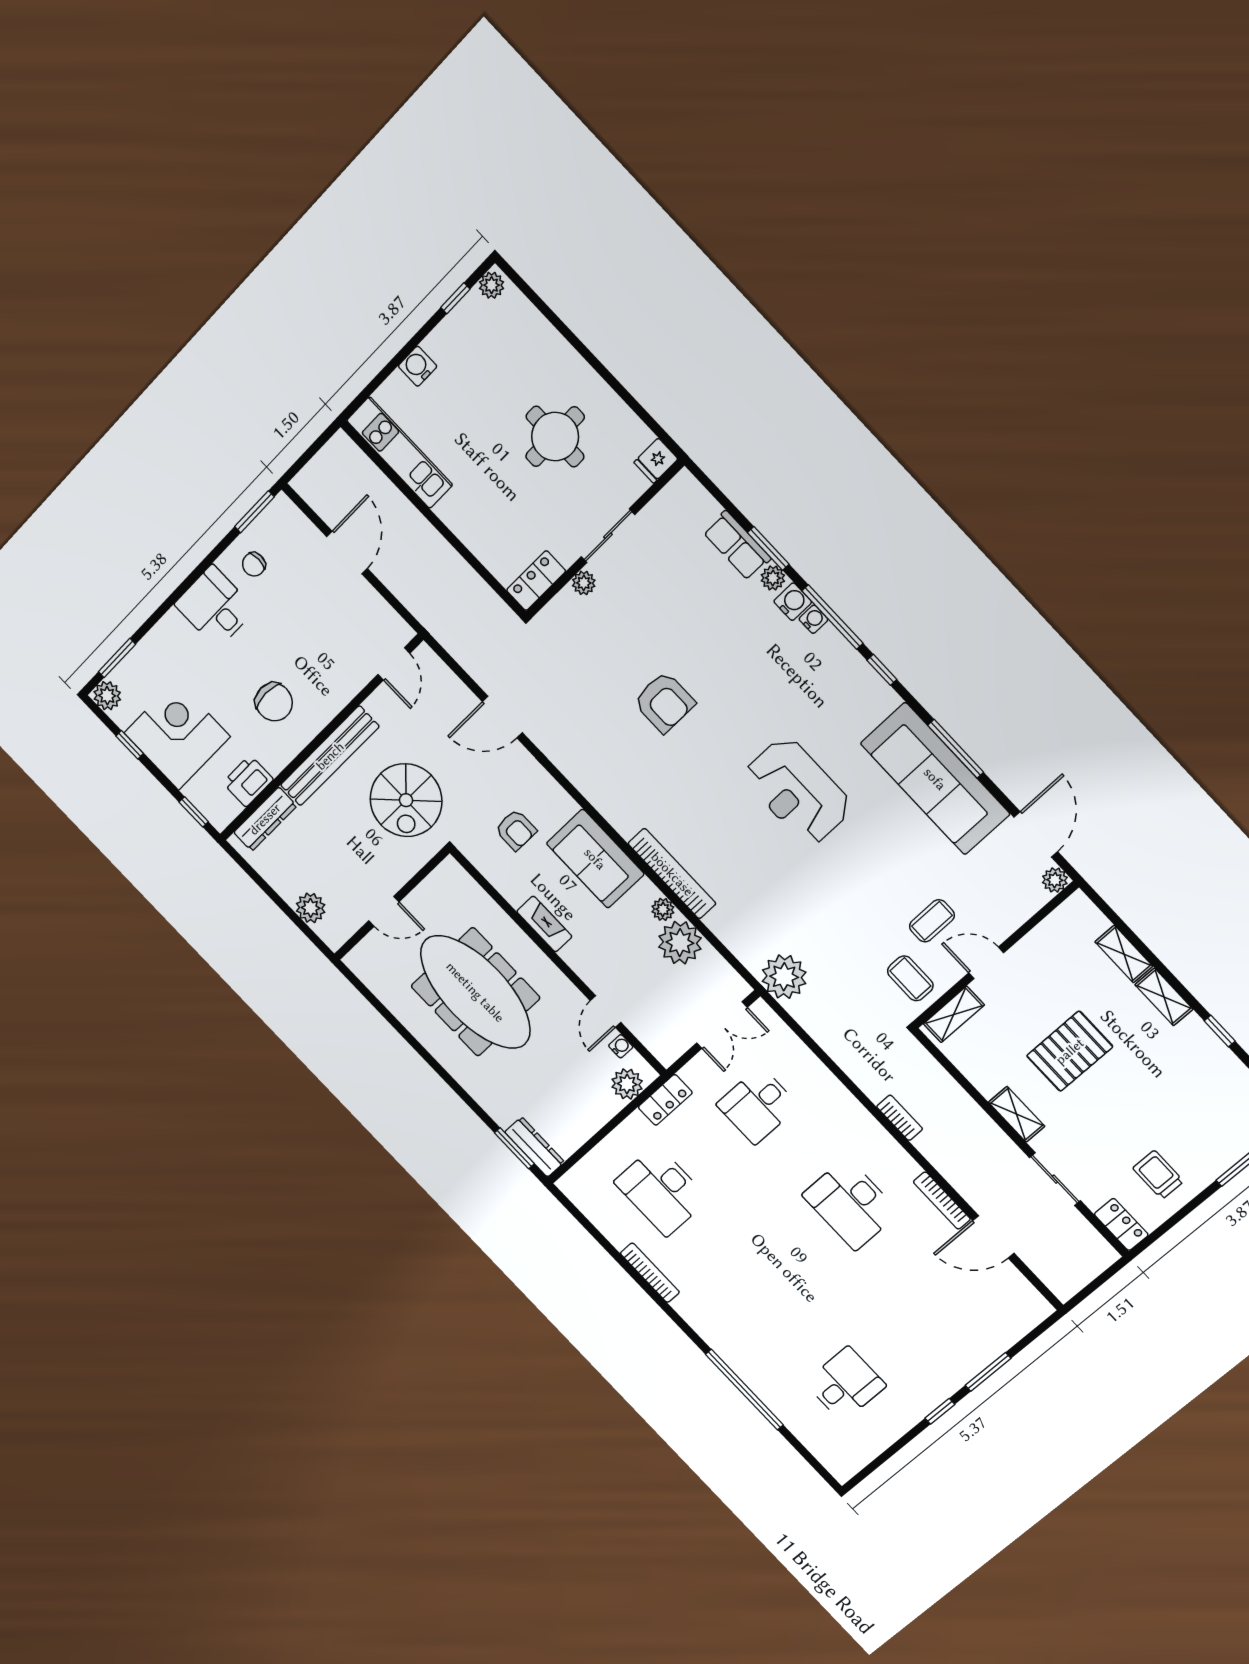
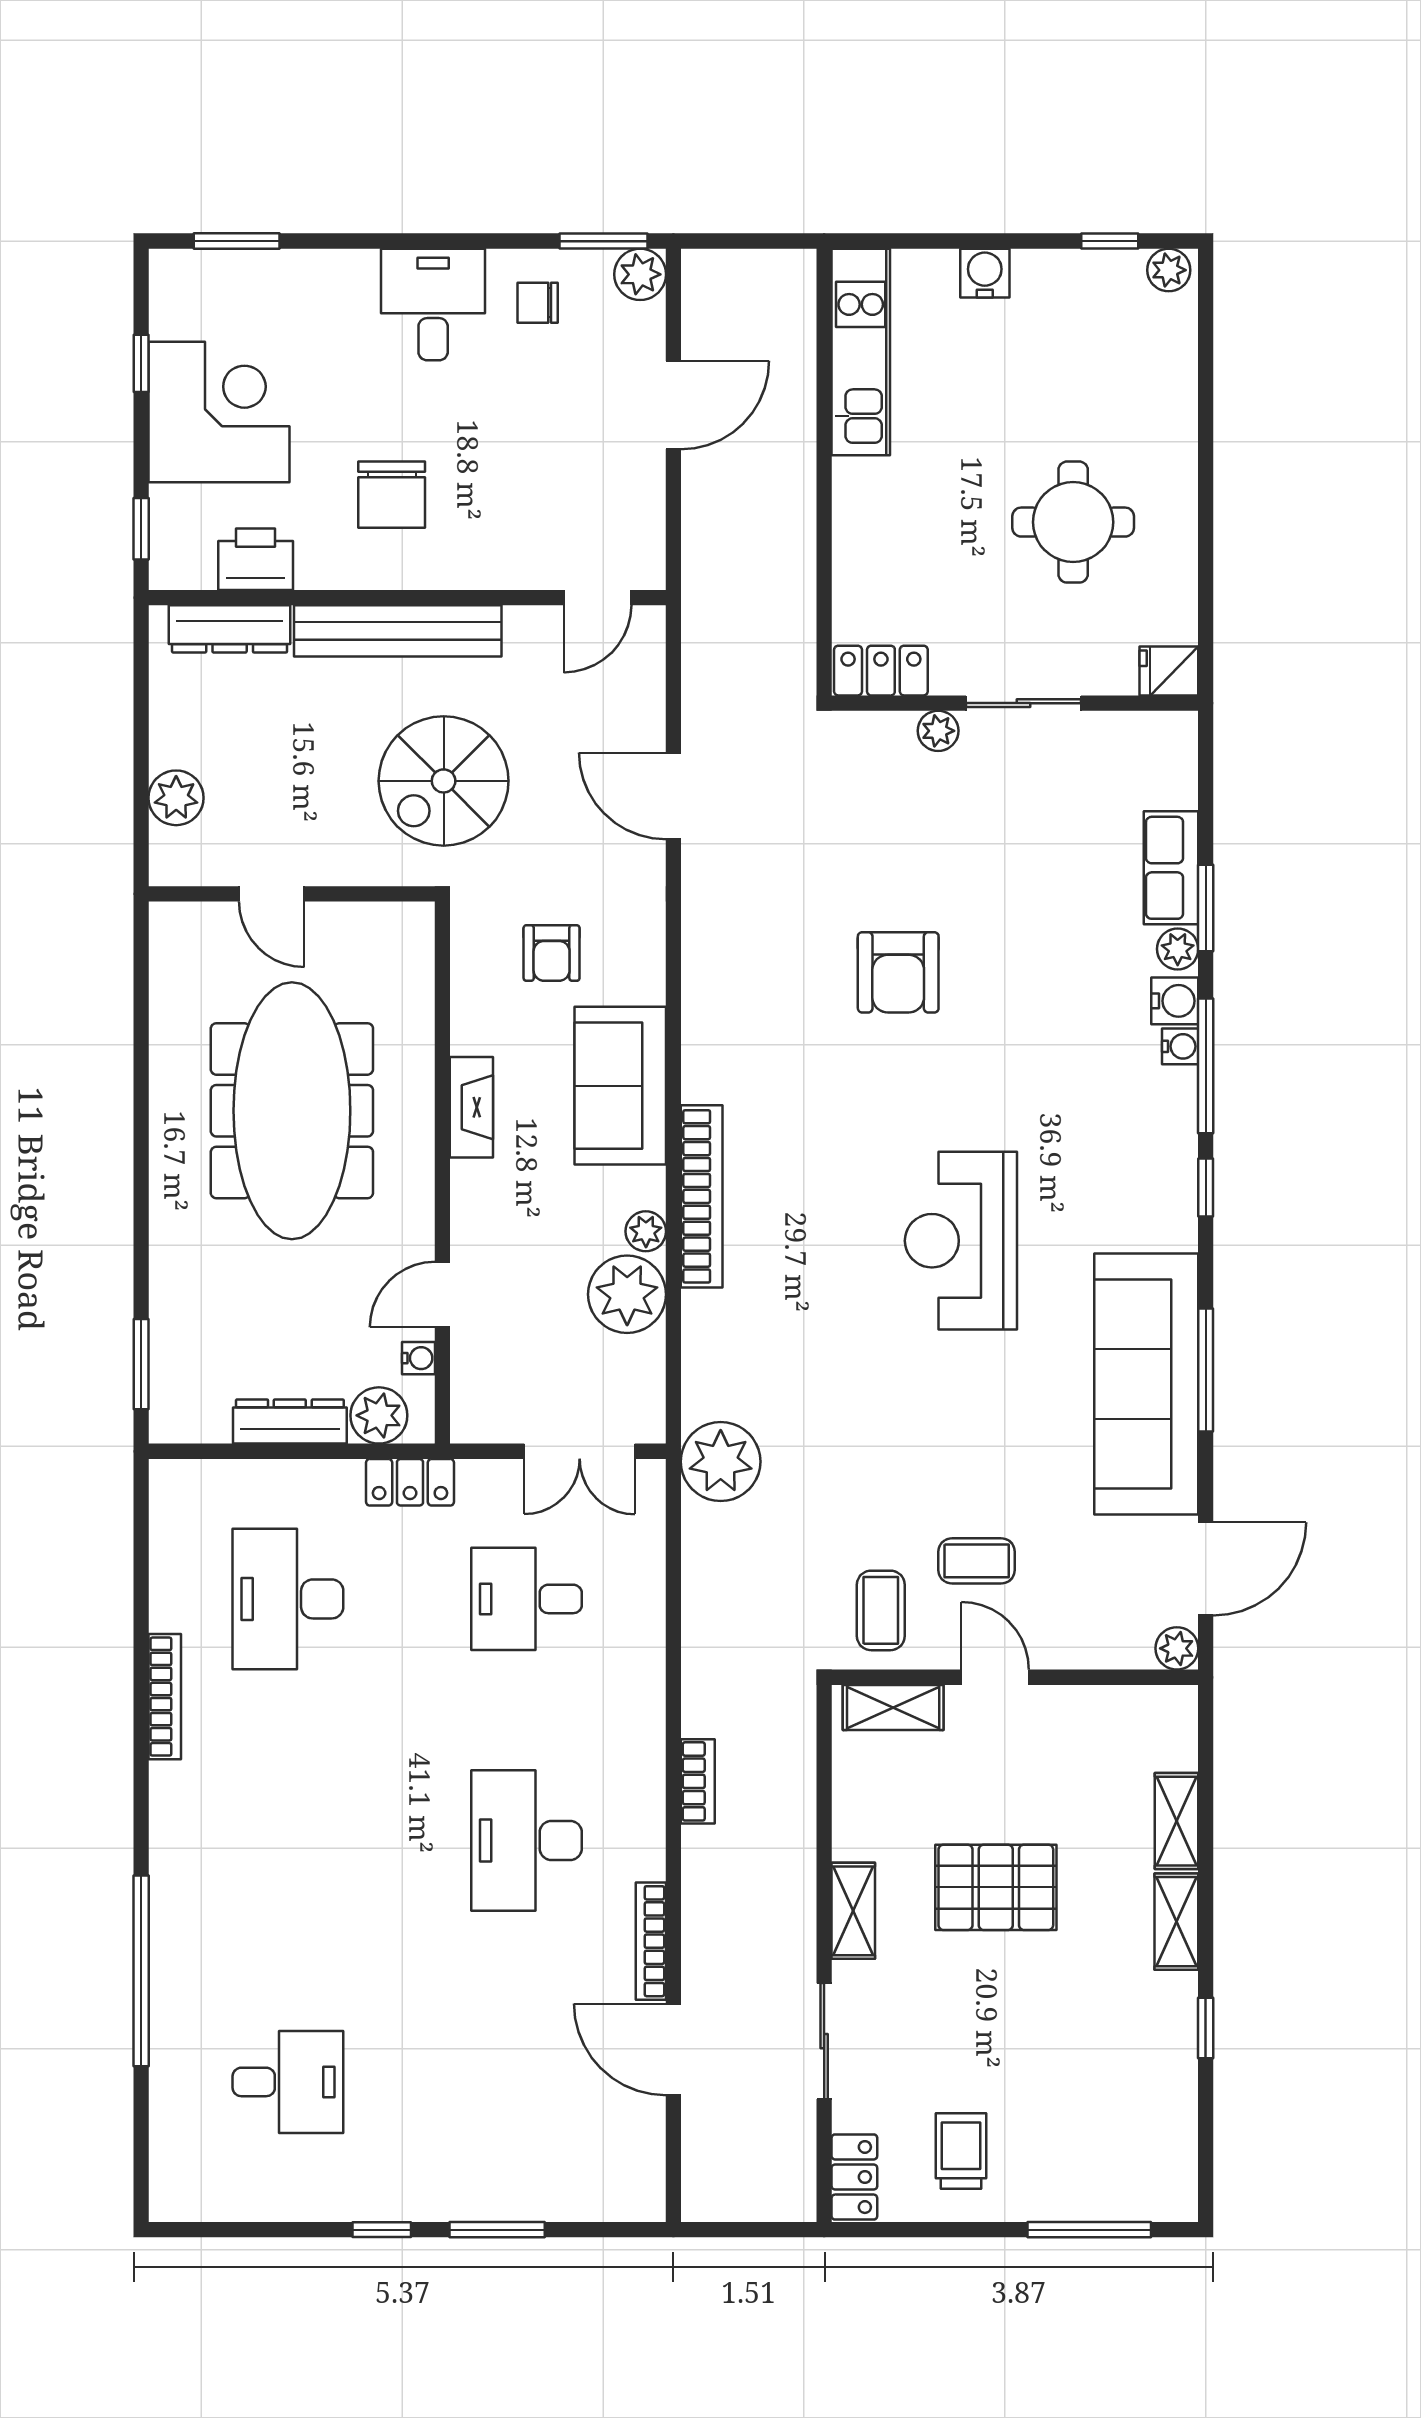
plant: (107, 696) -> (640, 274), moved
dresser: (535, 1147) -> (290, 1422), moved, turned -90

